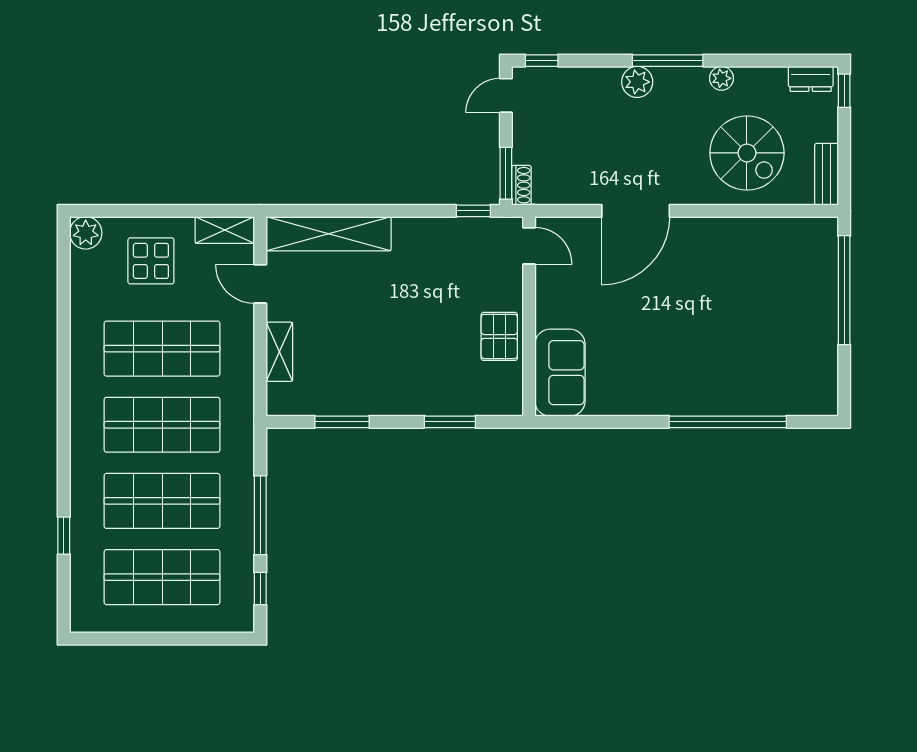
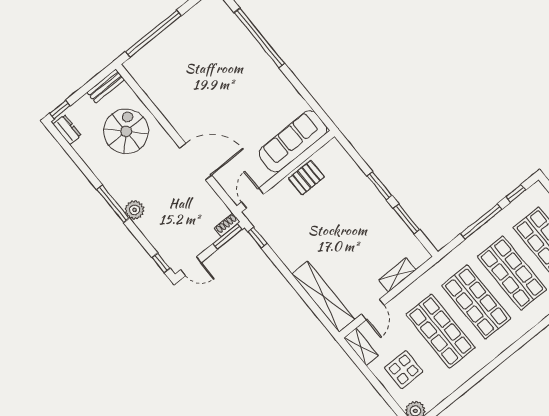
plant: (722, 78) -> (101, 172), removed
sofa: (560, 373) -> (293, 141), width x1.36
window: (450, 422) -> (379, 186), moved

